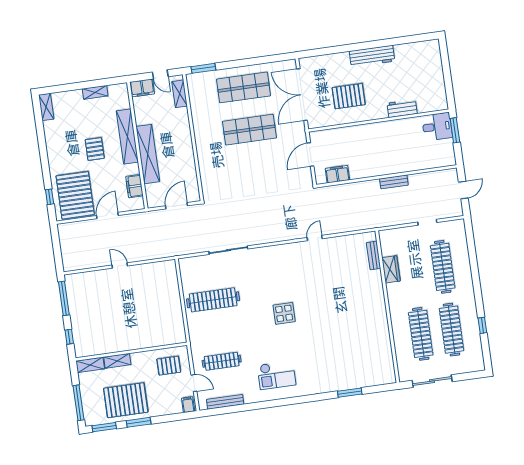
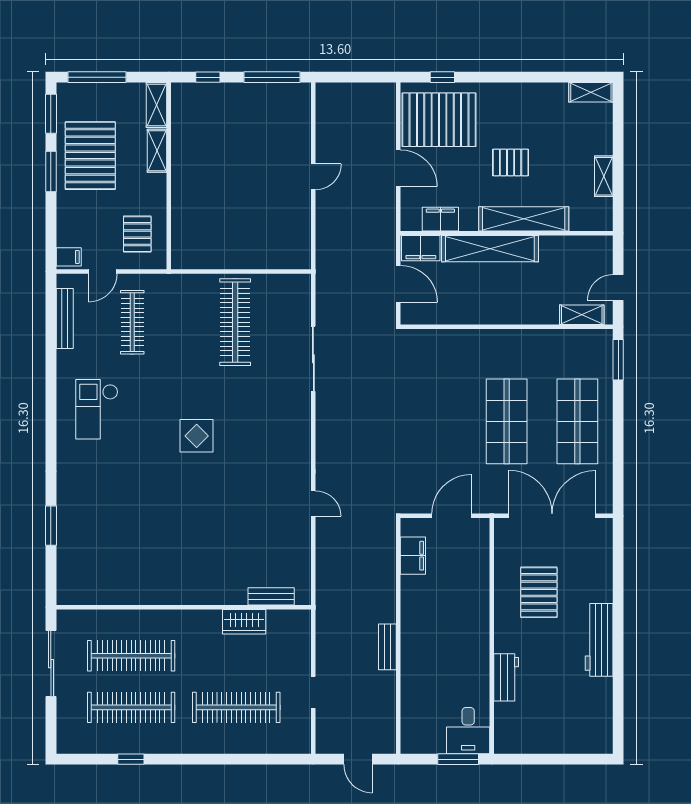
filing cabinet: (142, 88) -> (421, 248), moved, turned -90
door: (310, 155) -> (452, 516), hinge flipped

